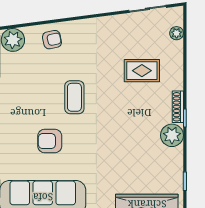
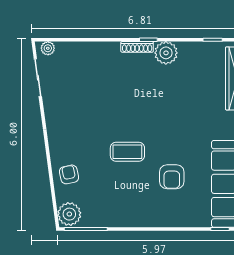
plant: (177, 33) -> (48, 48), moved
rug: (142, 71) -> (100, 83), removed

